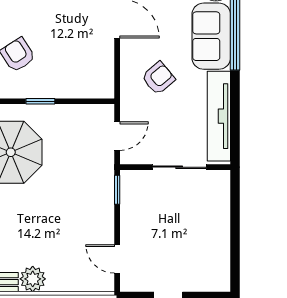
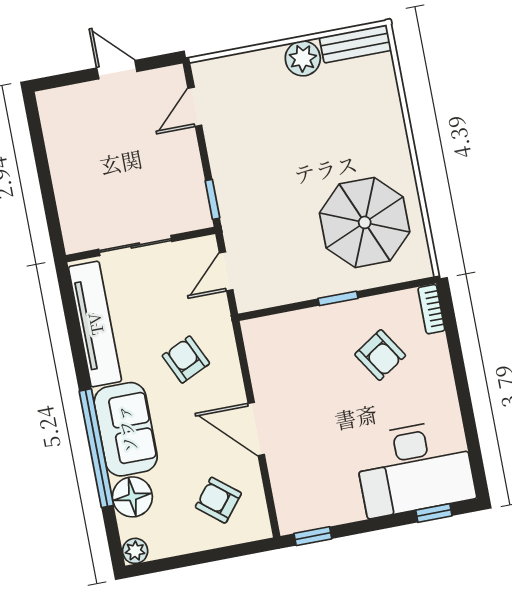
armchair: (158, 78) -> (186, 360), turned 105
door: (117, 259) -> (195, 107), swing flipped

